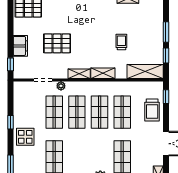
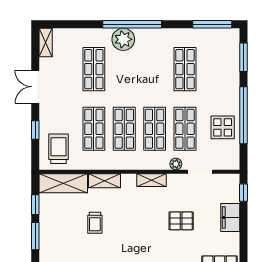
pallet: (57, 43) -> (181, 221), width x0.67, depth x0.71
shelving: (103, 73) -> (104, 181), moved
window: (166, 97) -> (35, 130), moved
trolley: (152, 110) -> (59, 149), moved
window: (10, 122) -> (244, 115), width x3.17
display table: (25, 137) -> (223, 127), moved

